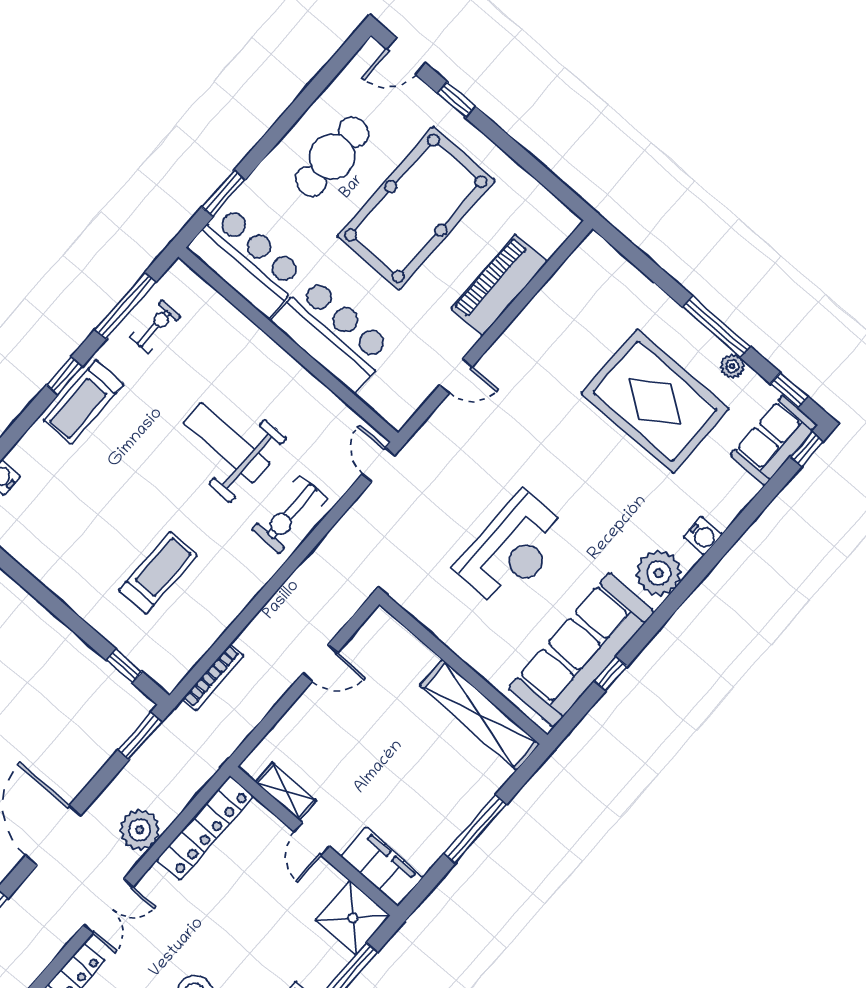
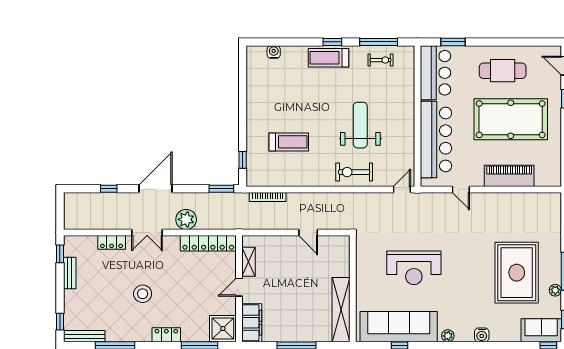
bar counter: (333, 334) -> (436, 139), width x1.36
plant: (659, 573) -> (448, 336), width x0.53, depth x0.53

